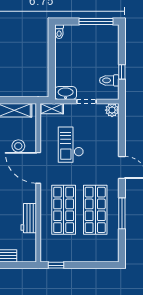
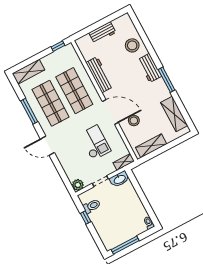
workbench: (29, 218) -> (99, 75), width x1.38
shelving: (101, 255) -> (28, 72), added

